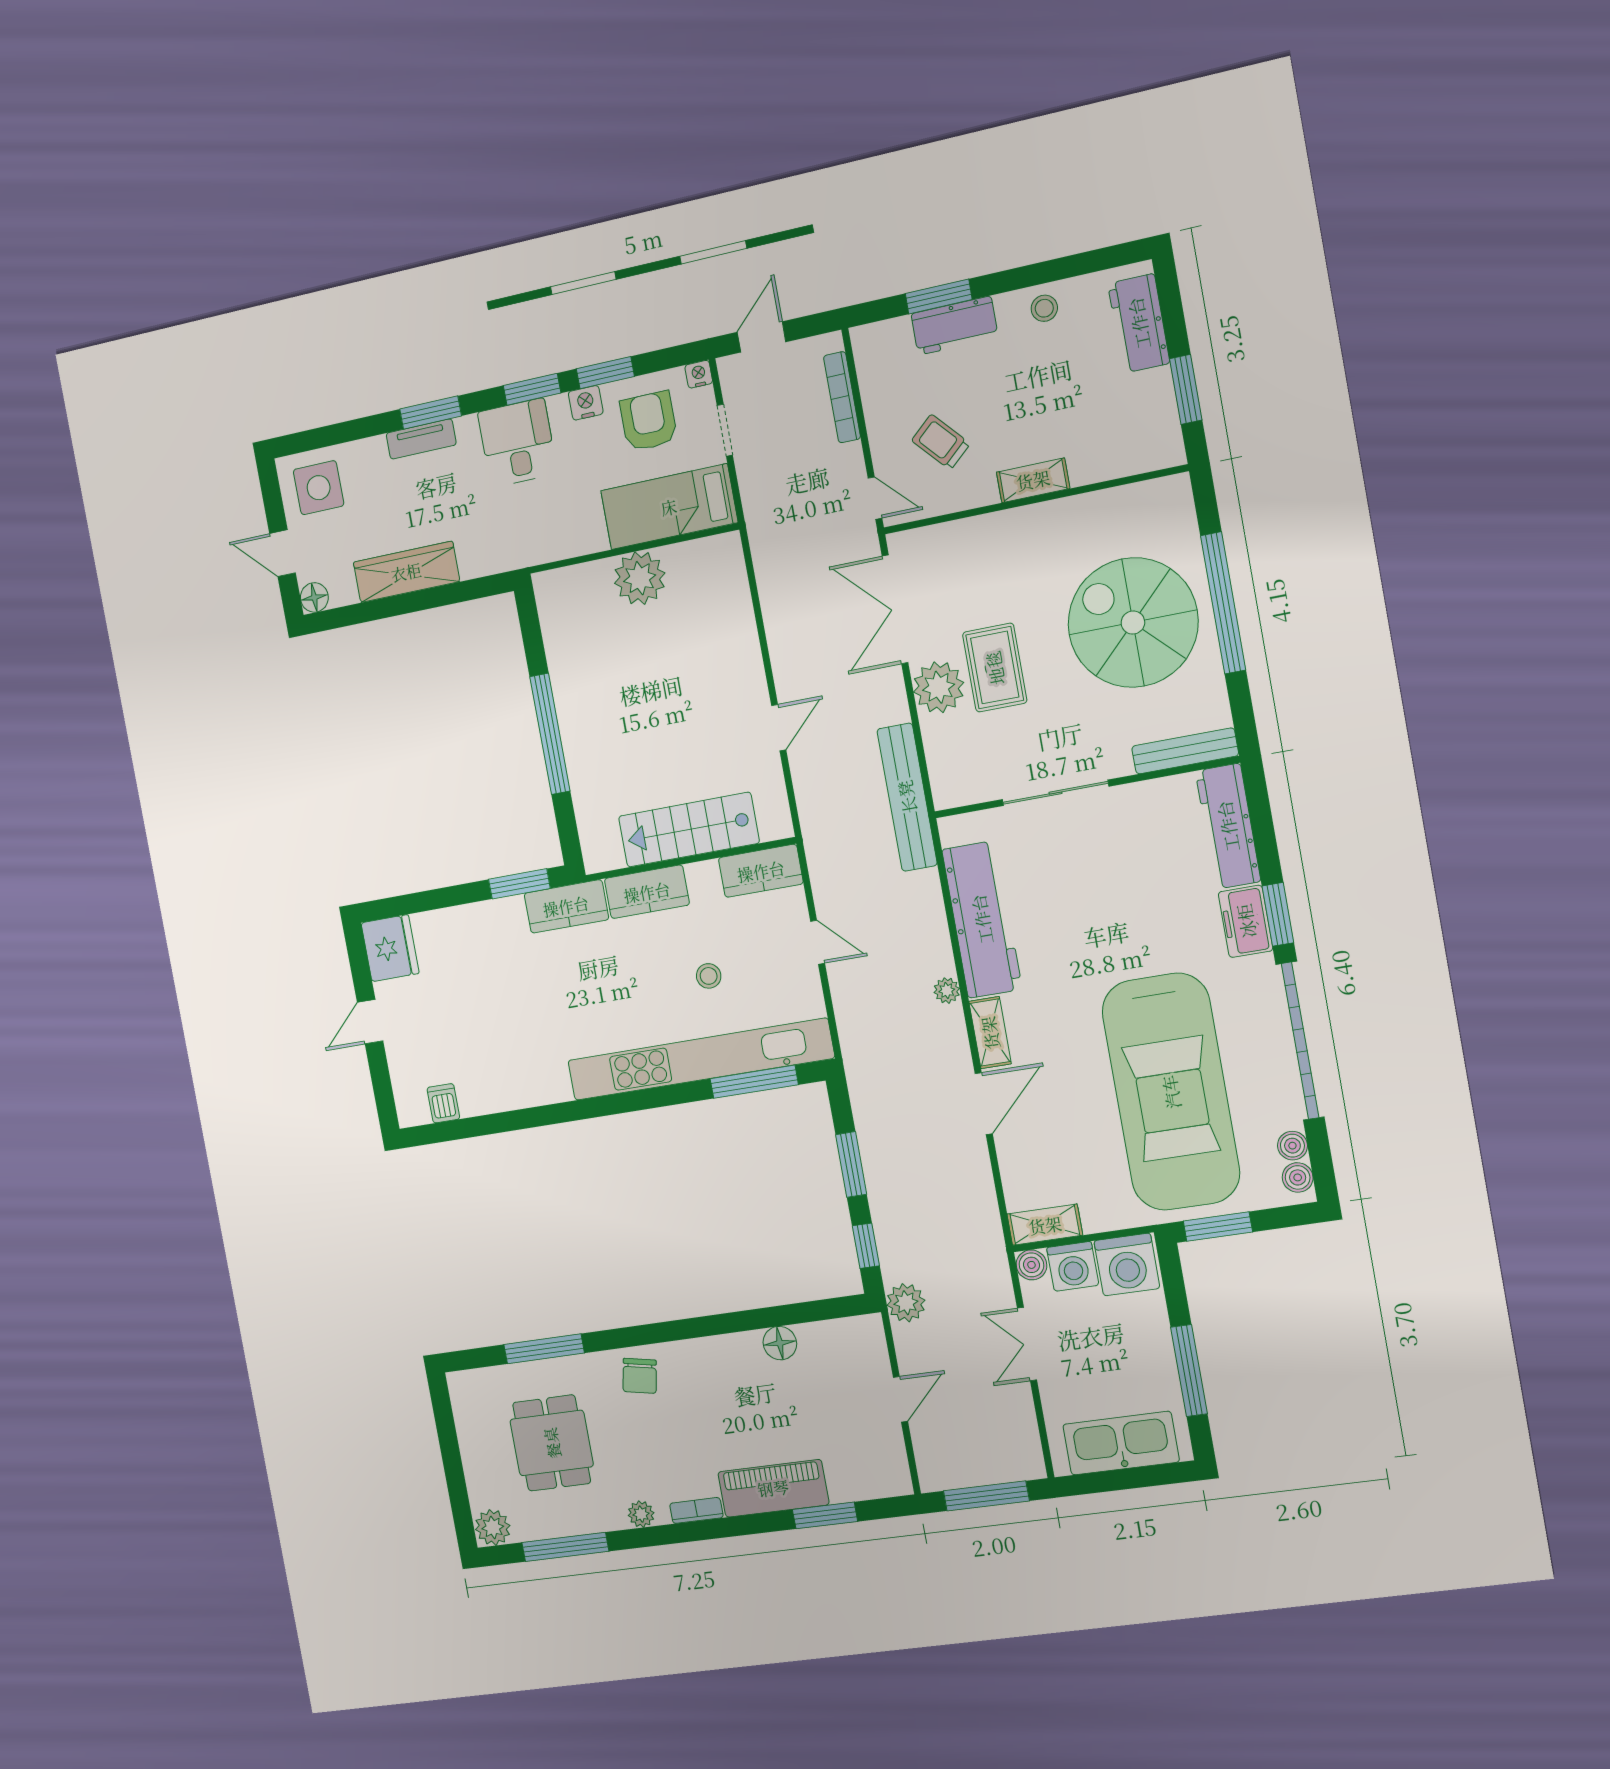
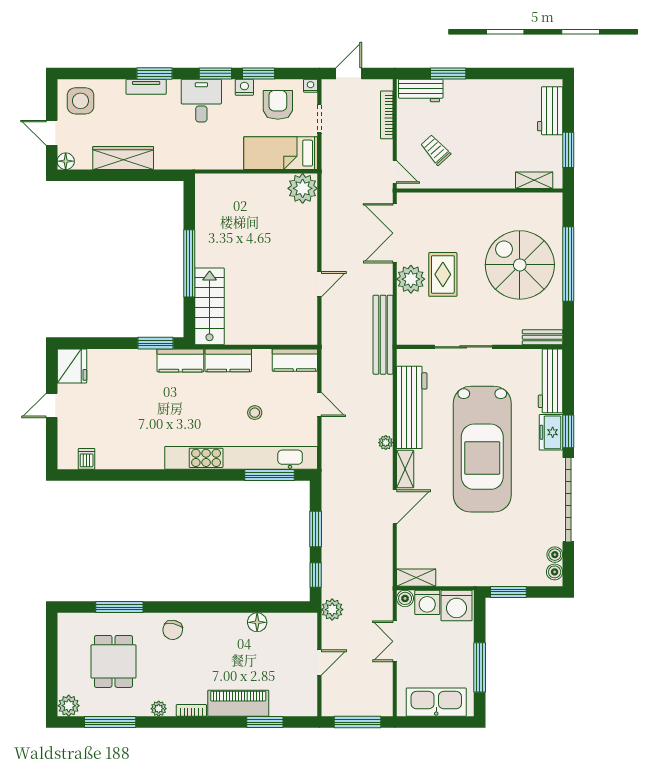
stool: (1044, 308) -> (503, 92), removed
workbench: (954, 326) -> (421, 91), moved
shelving: (1033, 480) -> (534, 180), moved
plant: (640, 578) -> (303, 188), moved
bench: (1185, 751) -> (542, 337), width x0.73
stairs: (689, 830) -> (210, 306), moved, turned 90
car: (1171, 1092) -> (482, 449), moved

